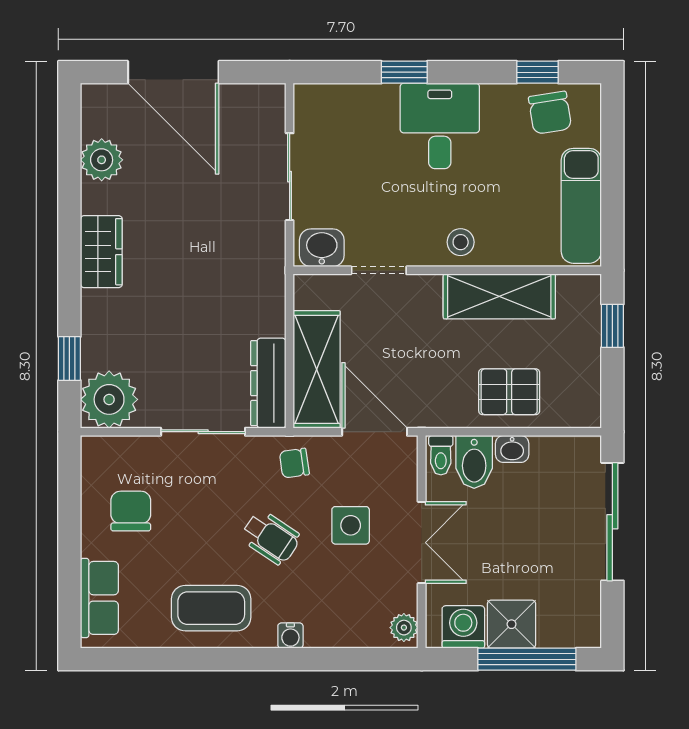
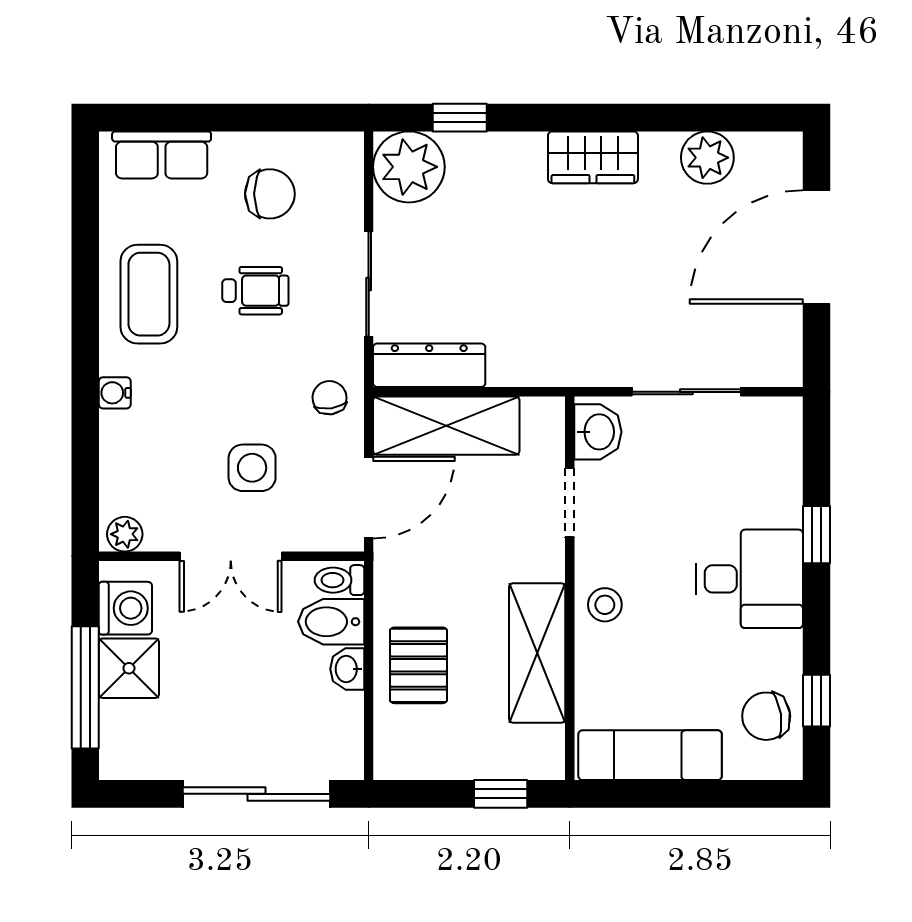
wheelchair: (271, 537) -> (255, 291), moved, turned -124

